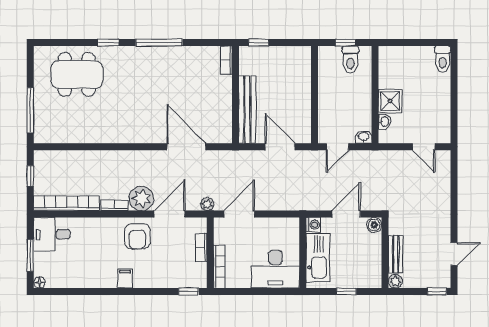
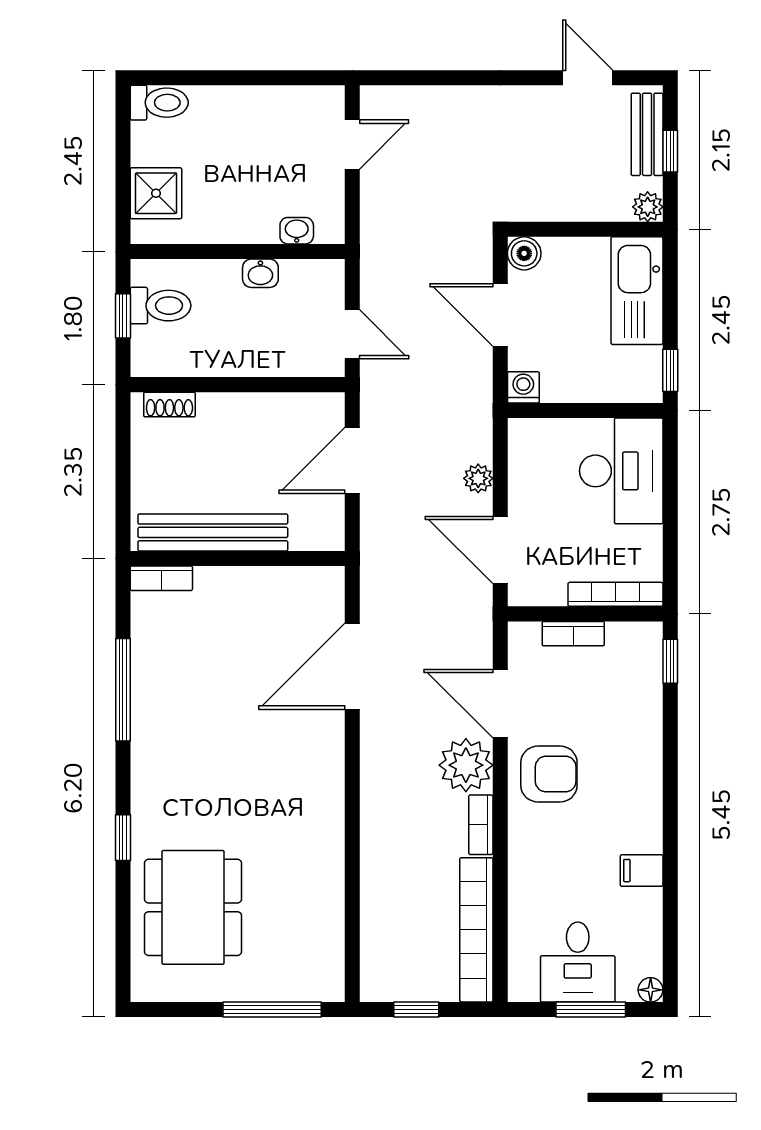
window: (159, 43) -> (123, 690), moved
window: (259, 43) -> (123, 508), removed
shoe rack: (305, 64) -> (169, 405), added
shower: (390, 101) -> (156, 193), moved
bench: (247, 109) -> (213, 532), moved
washbasin: (364, 137) -> (260, 273), moved, turned -90
plant: (207, 204) -> (478, 478), moved
desk: (52, 234) -> (578, 962), moved
bench: (396, 254) -> (647, 134), moved, turned 90
kitchen sink: (318, 258) -> (637, 291), moved, turned -90
filing cabinet: (125, 278) -> (642, 871), moved
window: (346, 291) -> (670, 370), moved
window: (437, 291) -> (670, 151), moved

